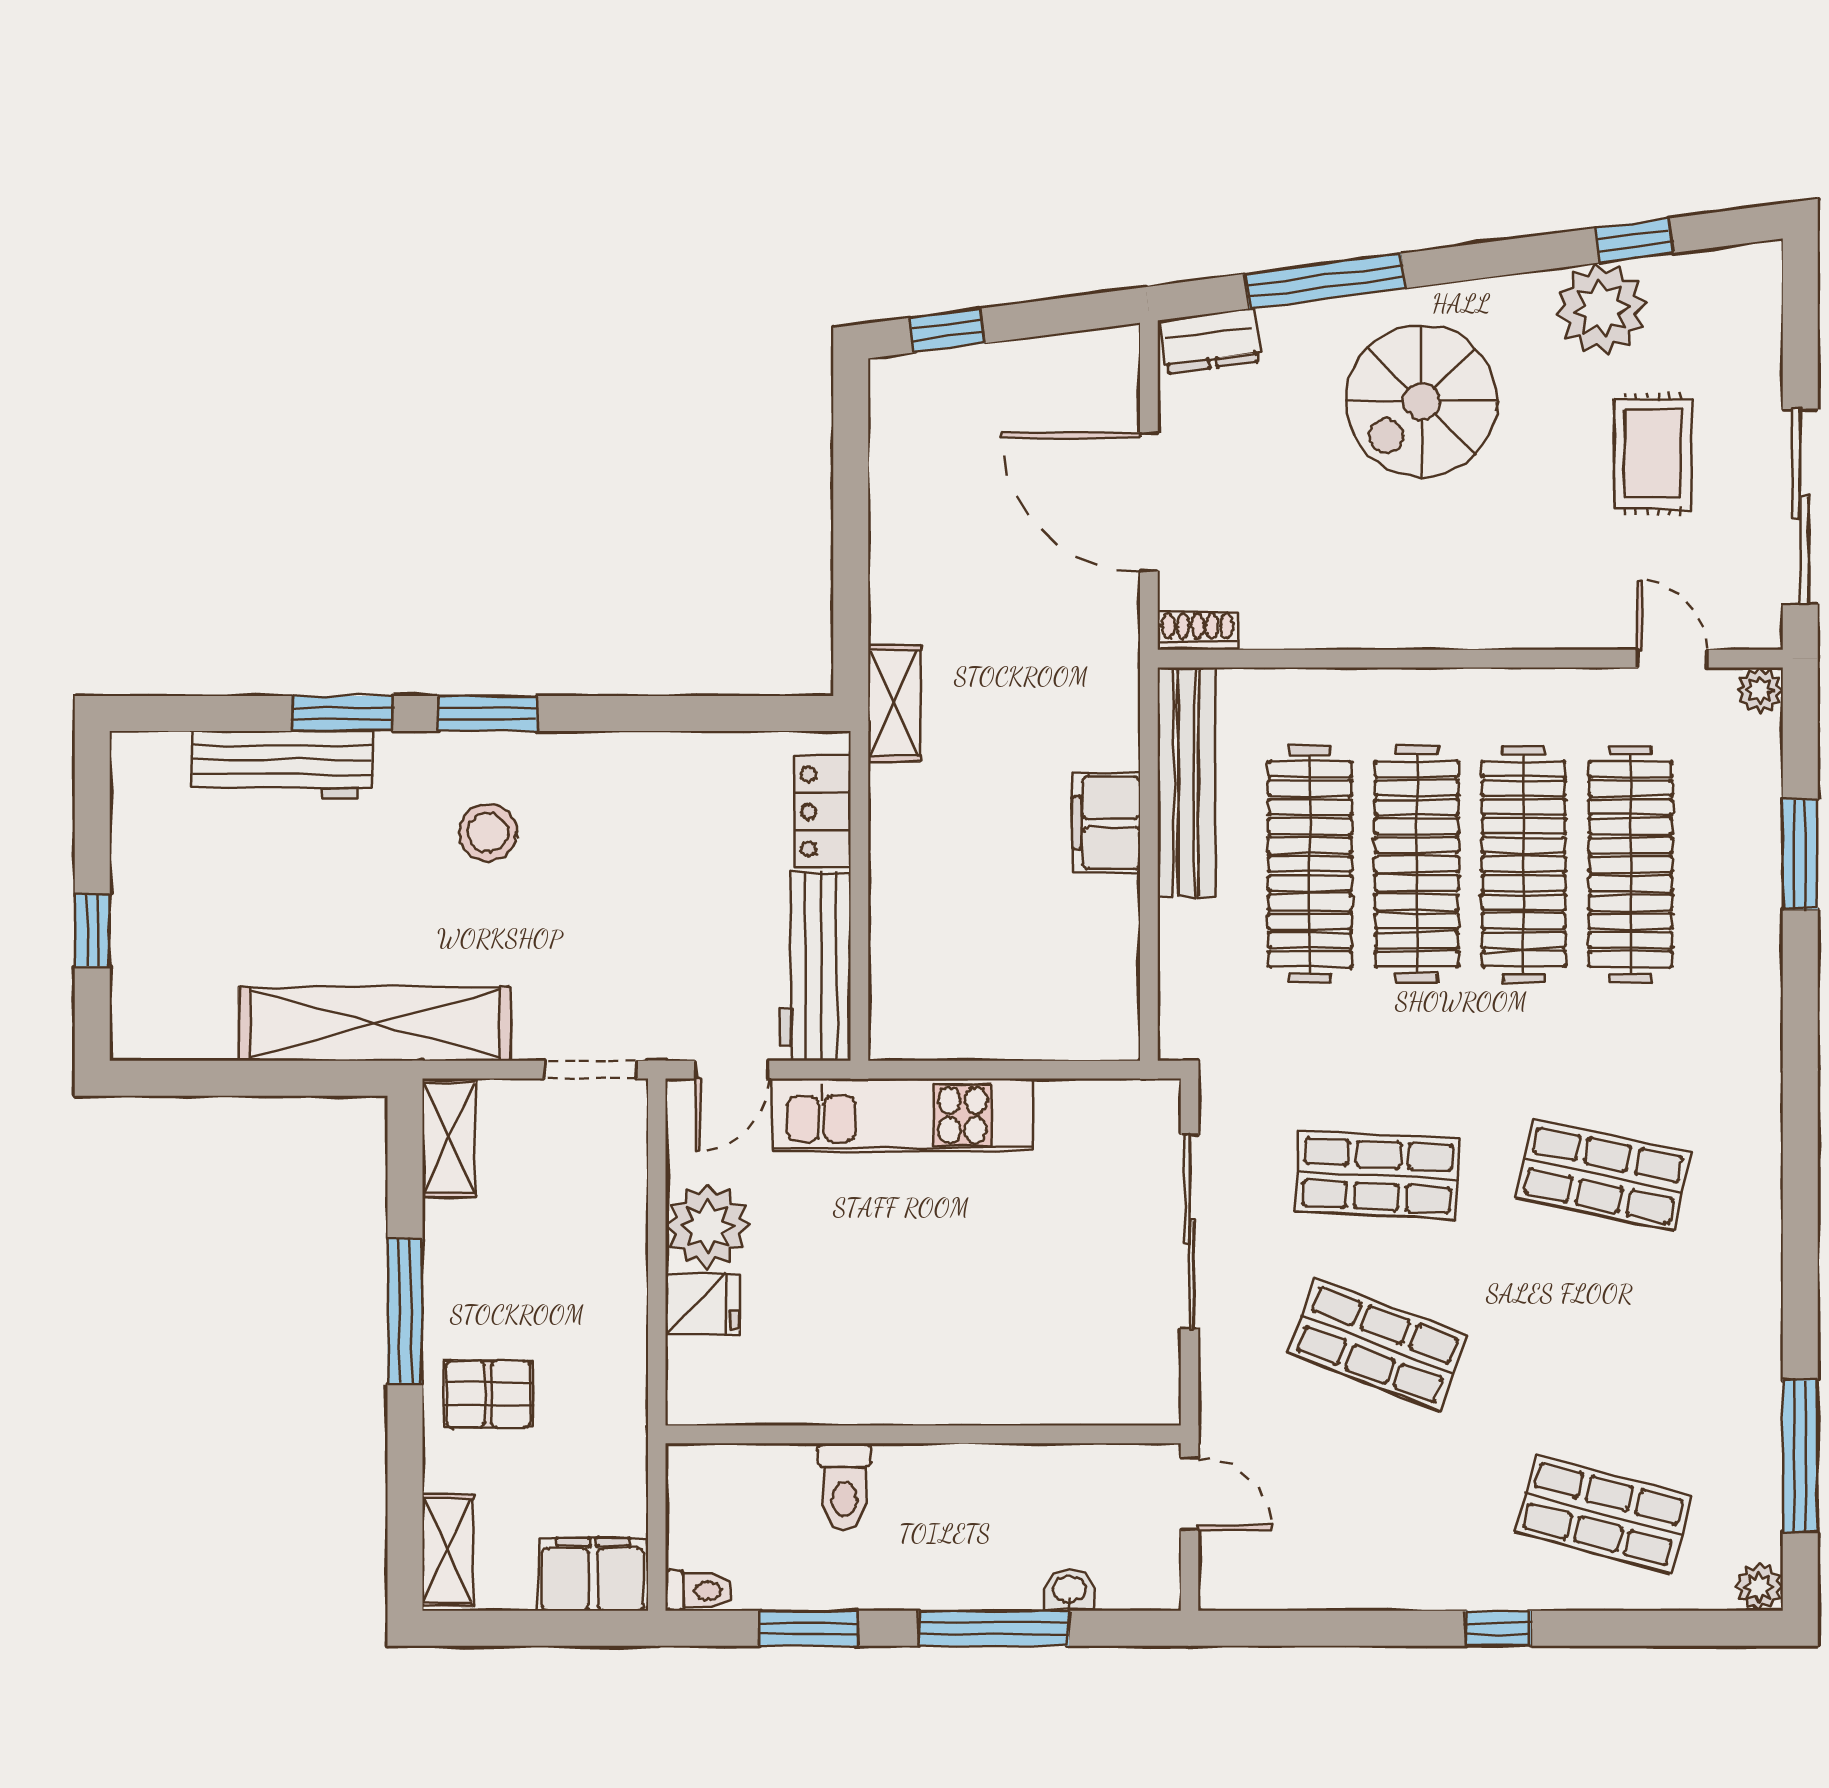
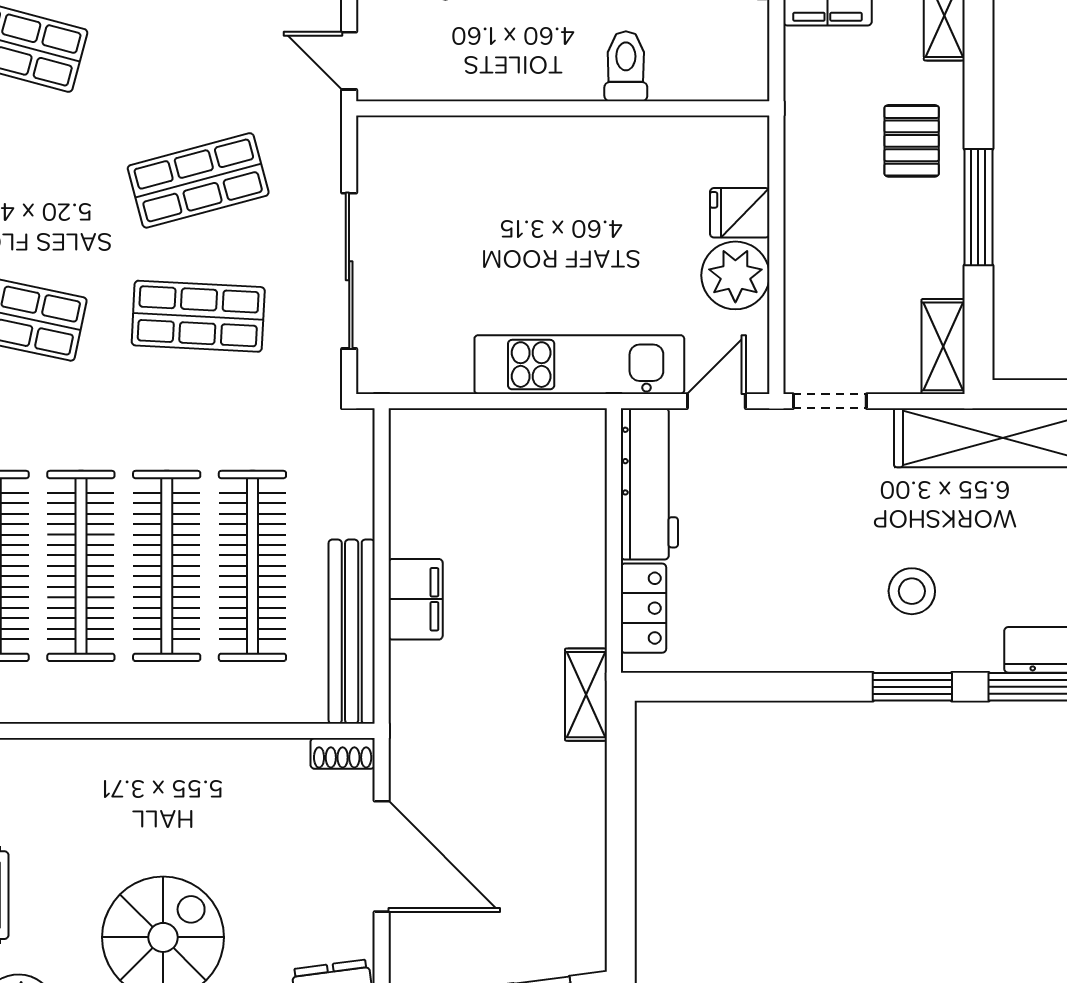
shop shelf: (1378, 1345) -> (198, 180), turned -36
pallet: (488, 1394) -> (912, 141), turned 90

